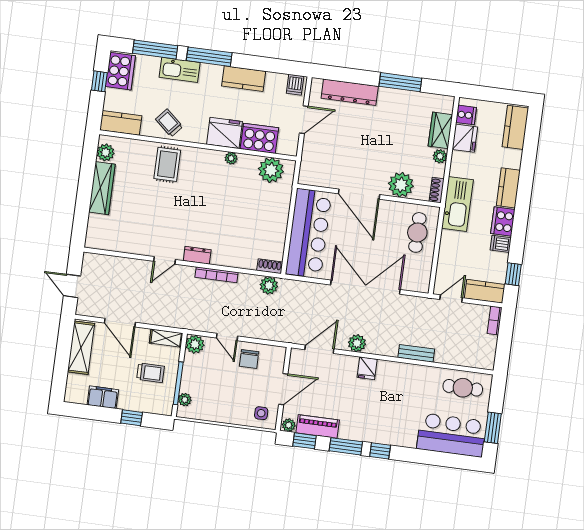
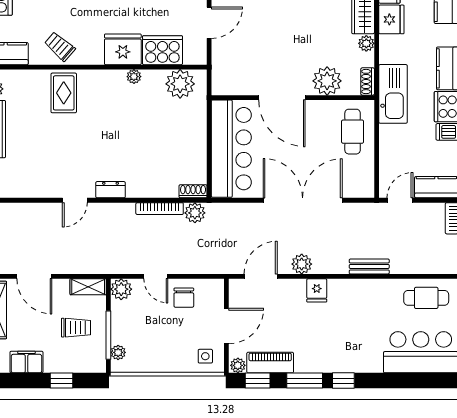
bookcase: (217, 275) -> (160, 209), moved

